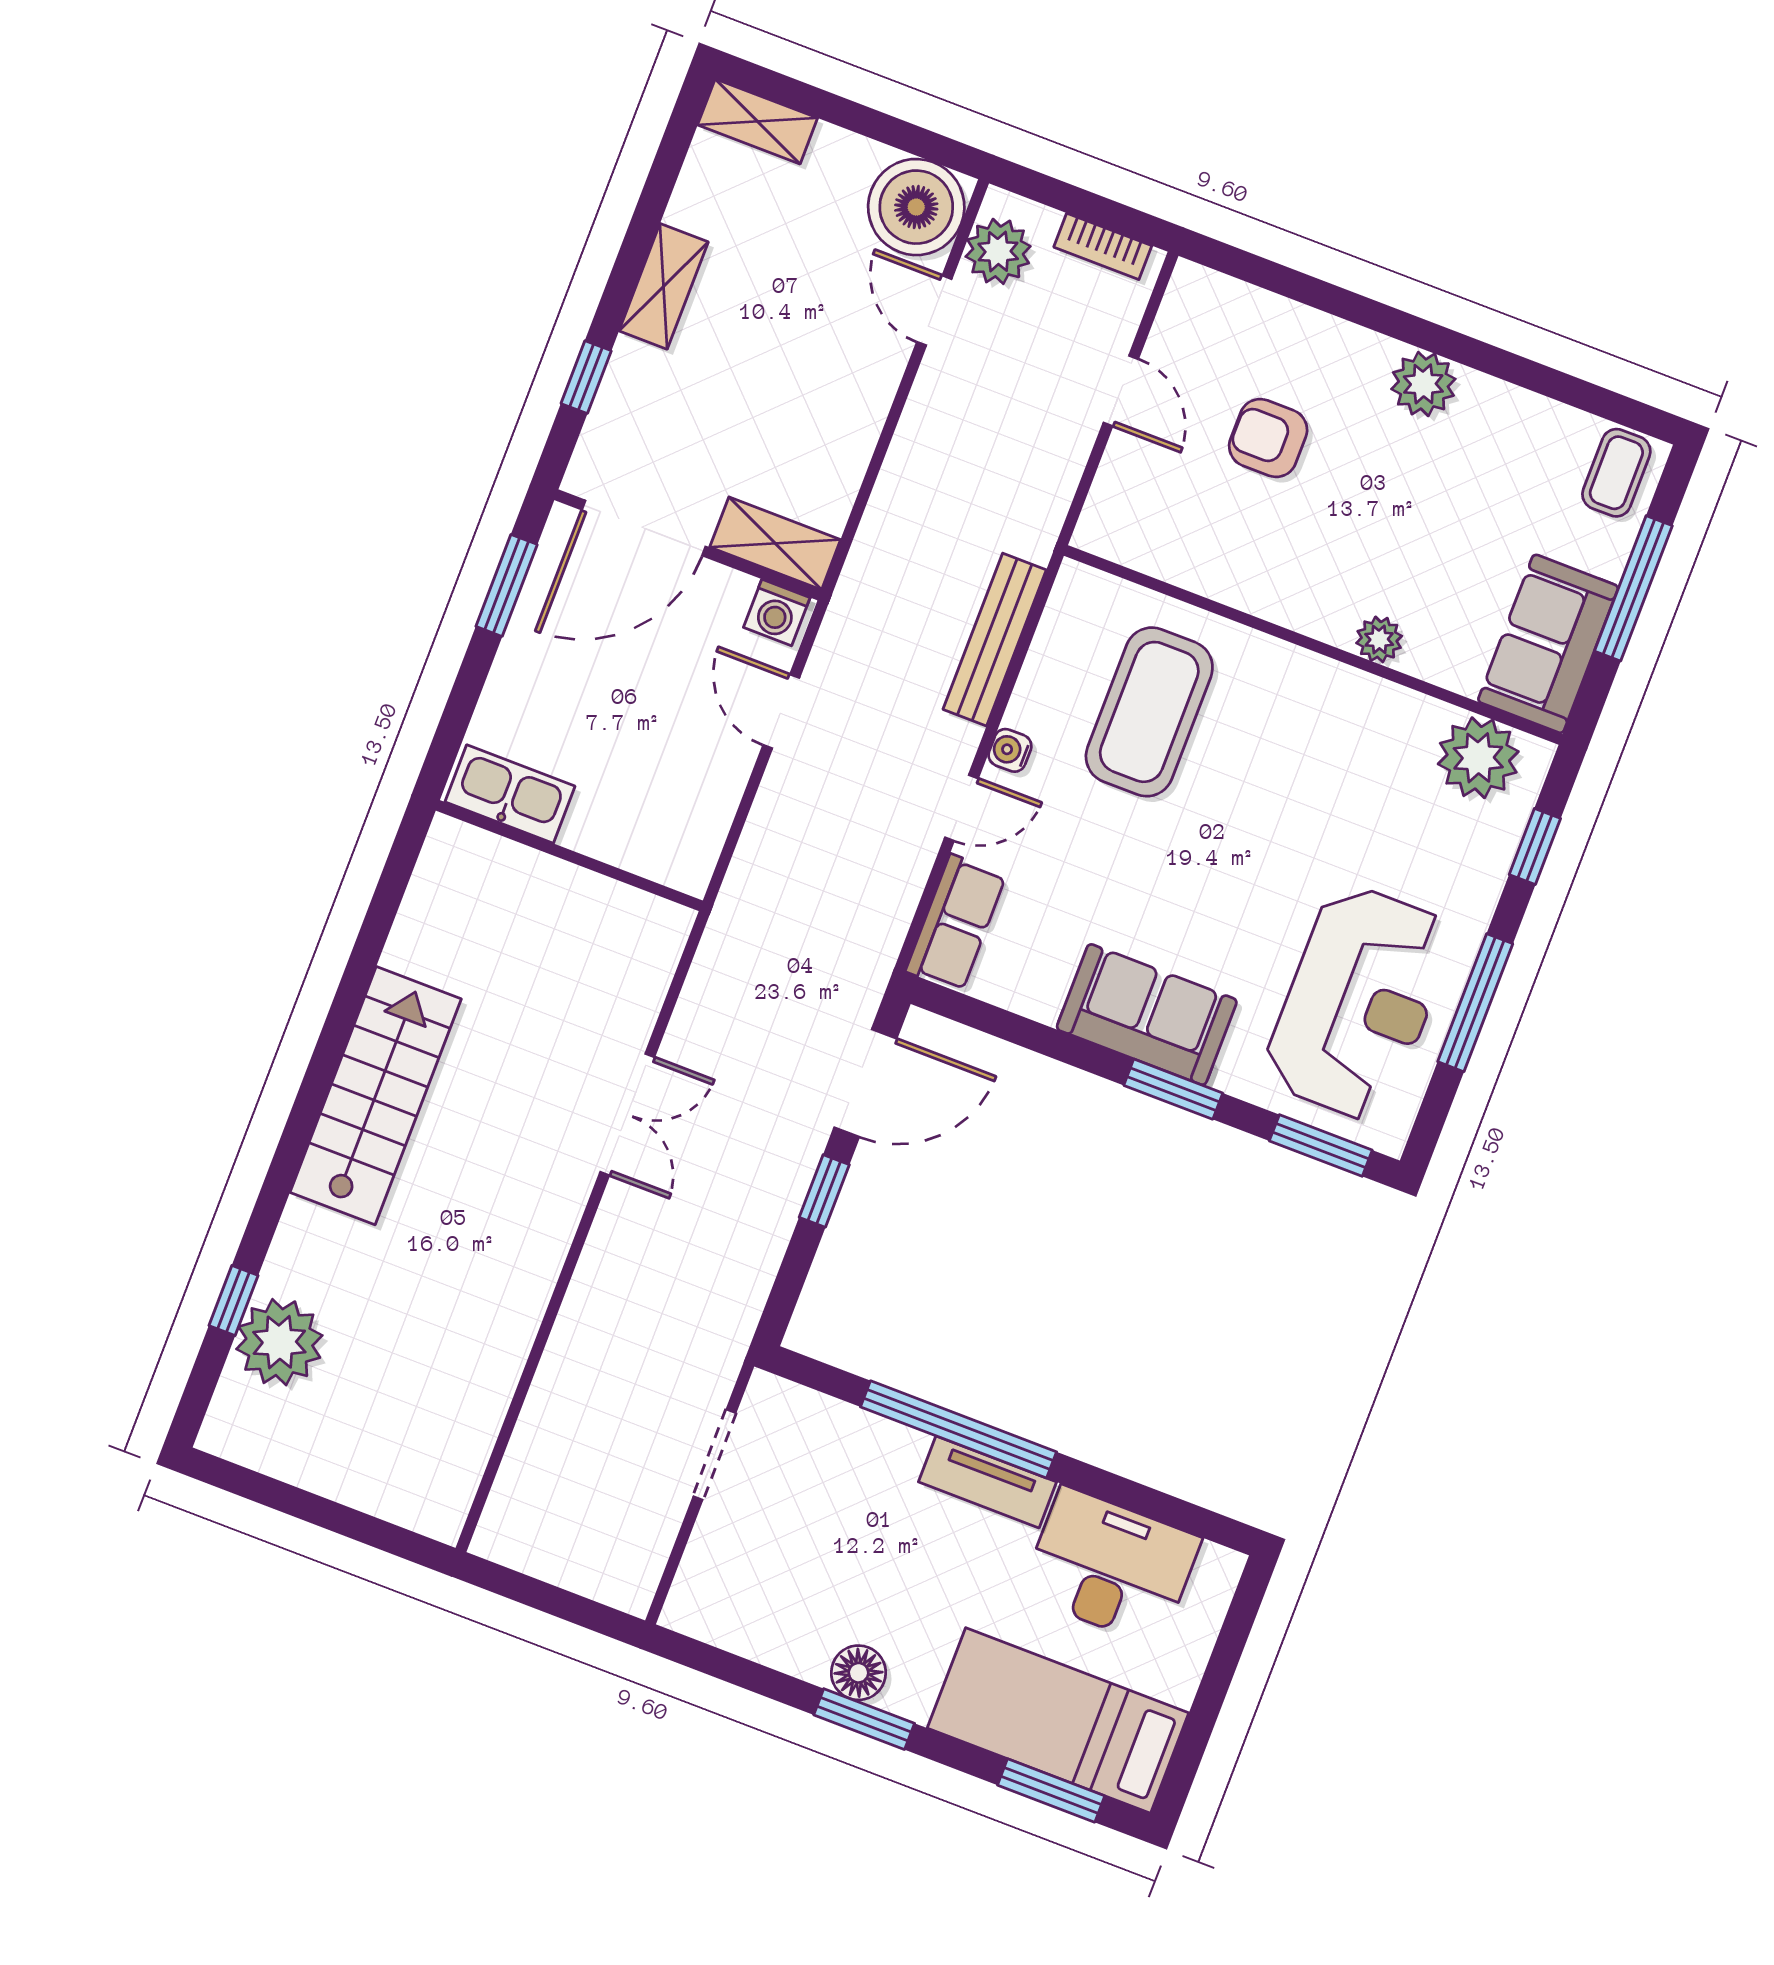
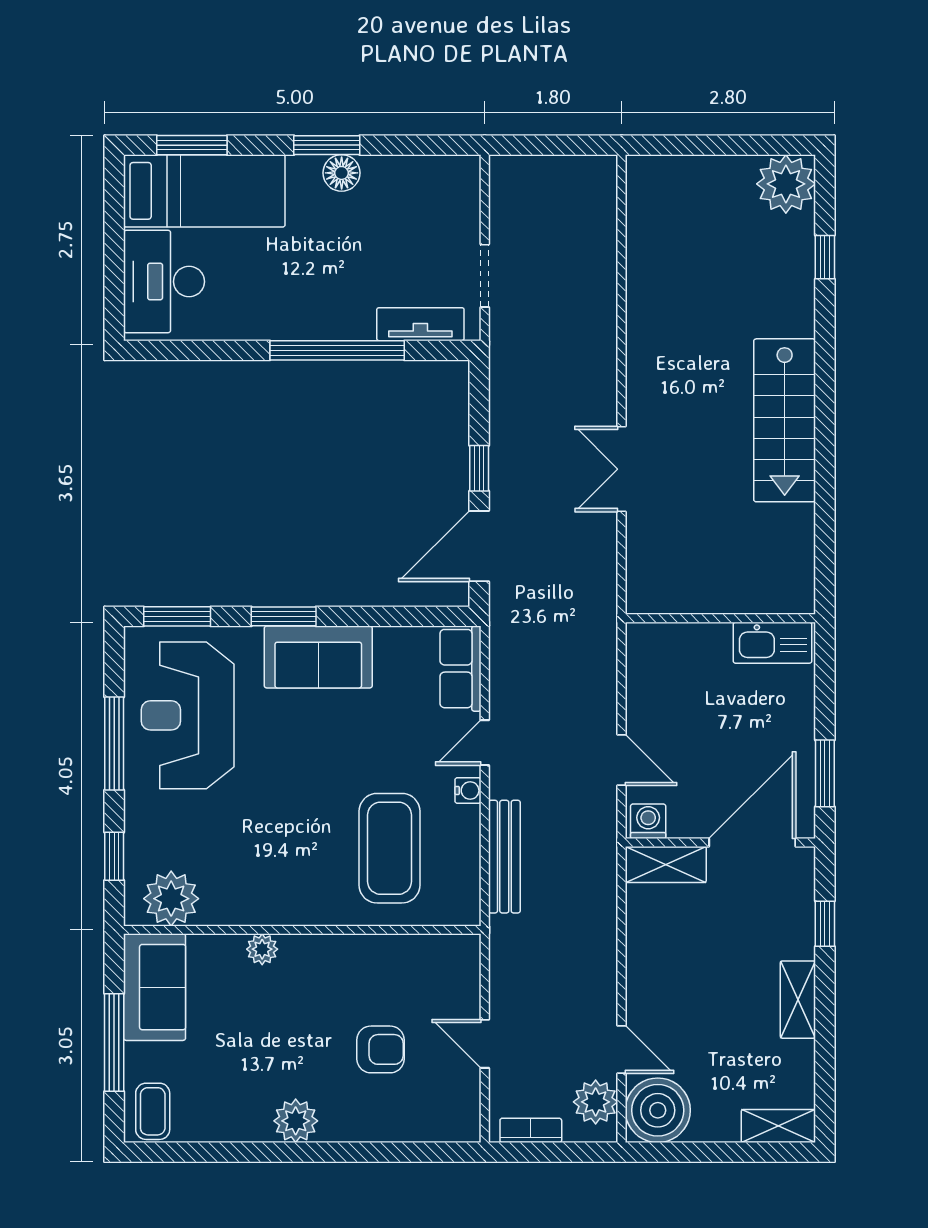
plant: (279, 1342) -> (786, 184), moved
tv unit: (987, 1482) -> (420, 324), moved
desk: (1111, 1567) -> (164, 282), moved, turned 90

